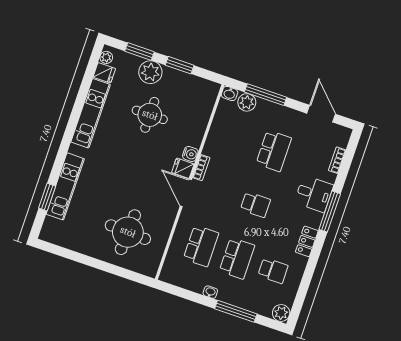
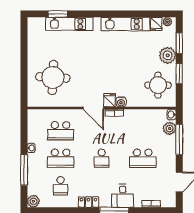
round table: (150, 115) -> (158, 85), moved
door: (186, 193) -> (93, 108), swing flipped

